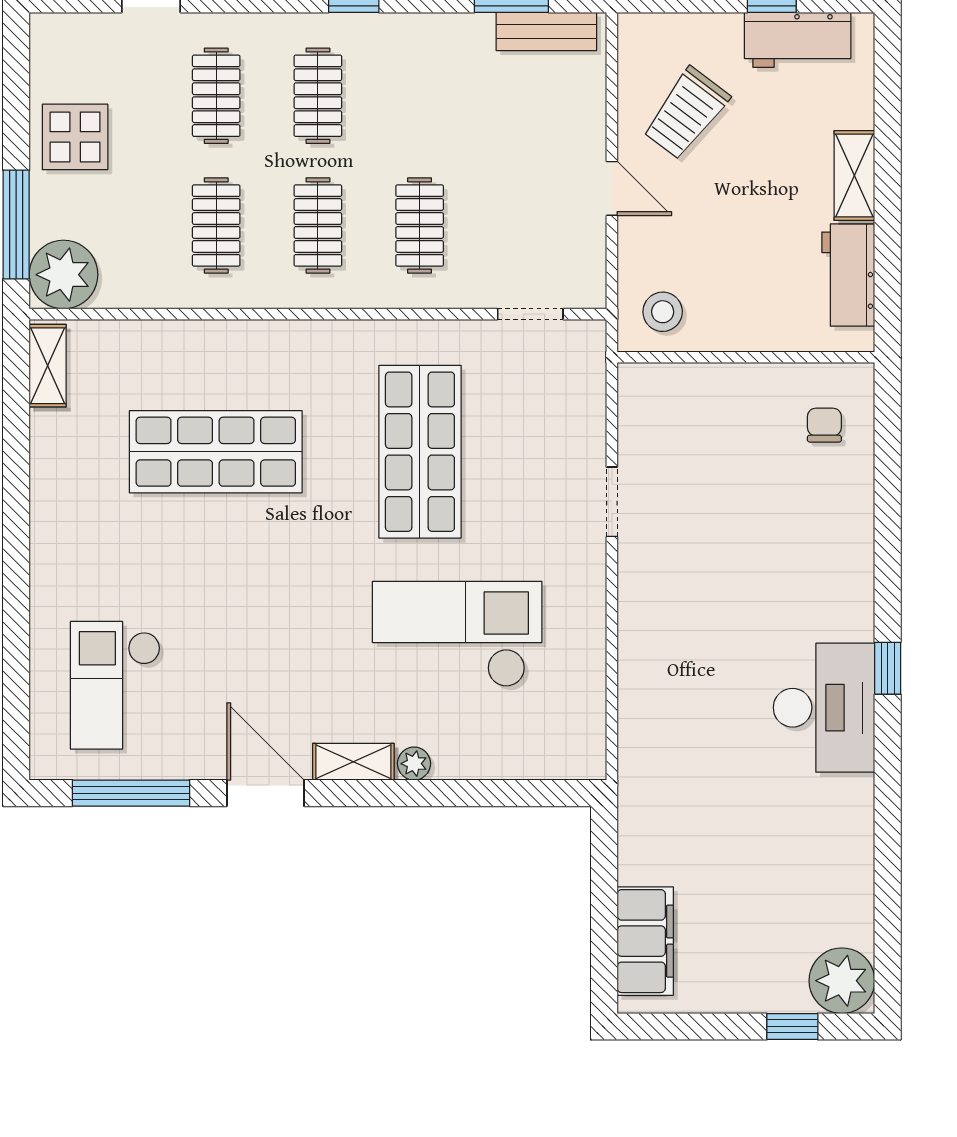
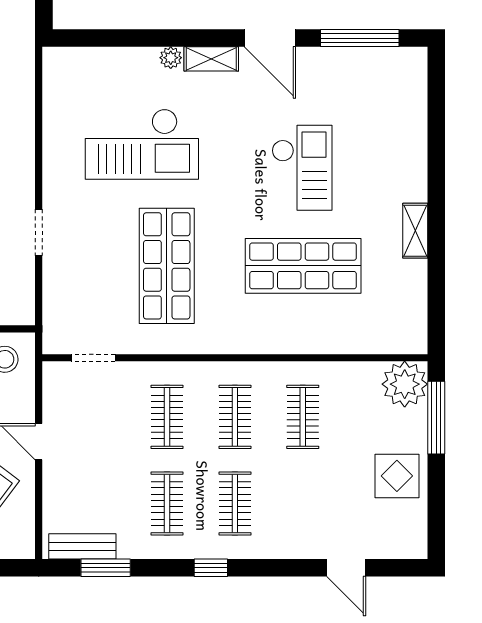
clothes rail: (216, 96) -> (167, 504), moved
shelving: (48, 366) -> (415, 231), moved
checkout: (115, 685) -> (302, 168), moved

